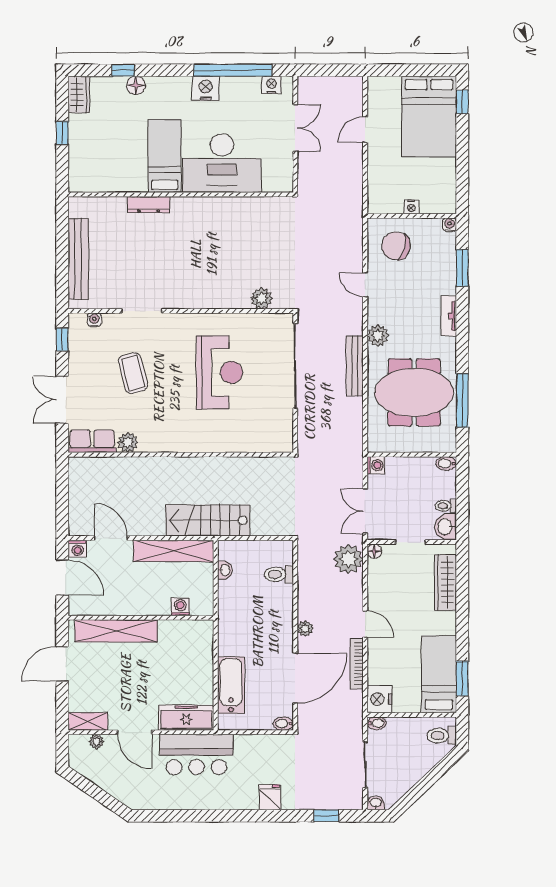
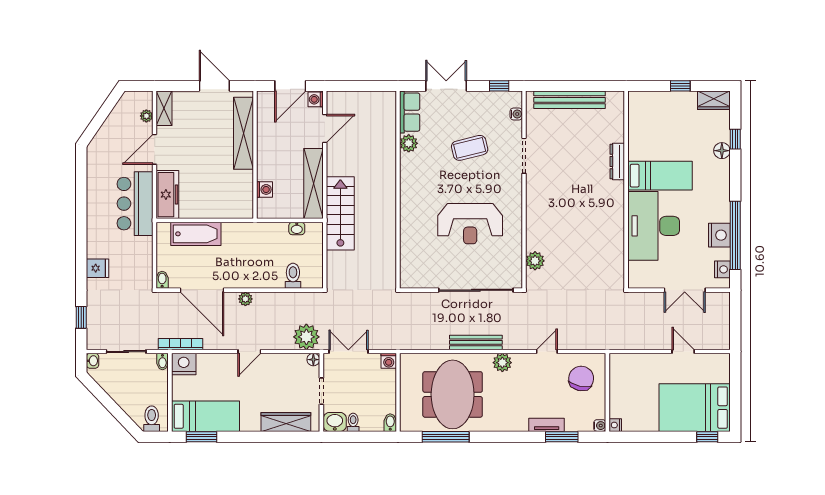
nightstand: (206, 88) -> (719, 235), moved
nightstand: (411, 207) -> (615, 425), moved
tv unit: (449, 316) -> (547, 425), moved
bookcase: (357, 664) -> (181, 344), moved

